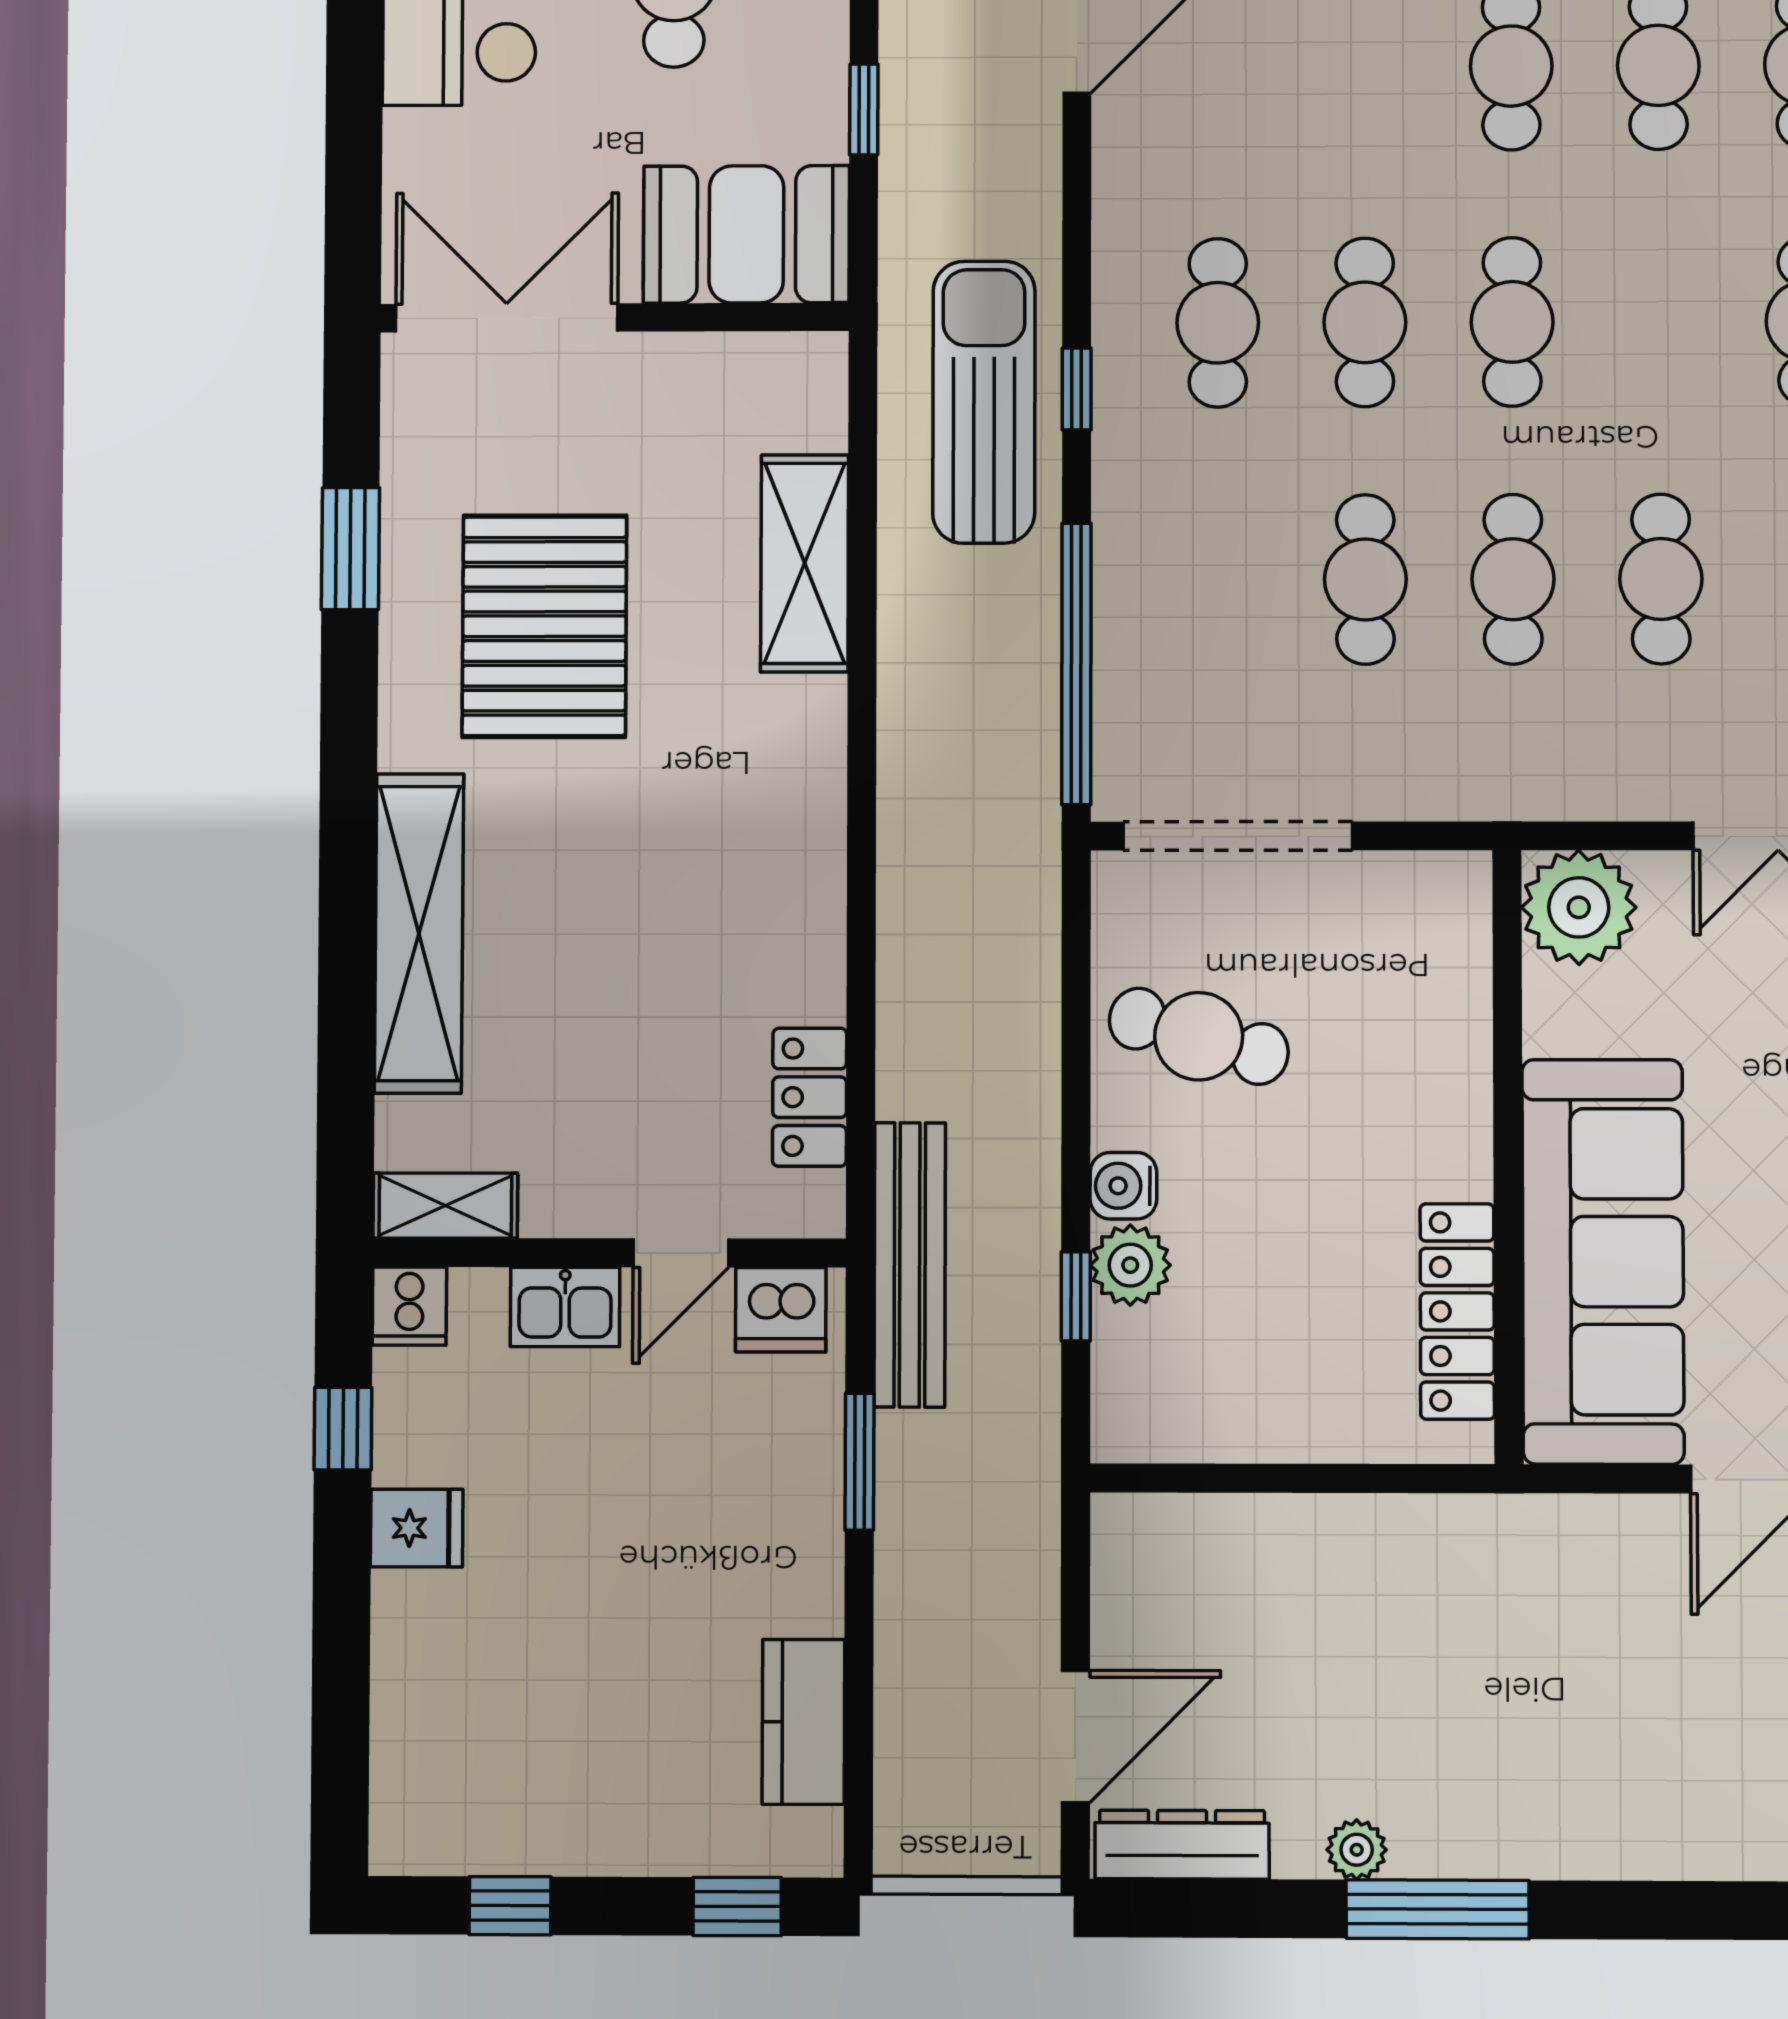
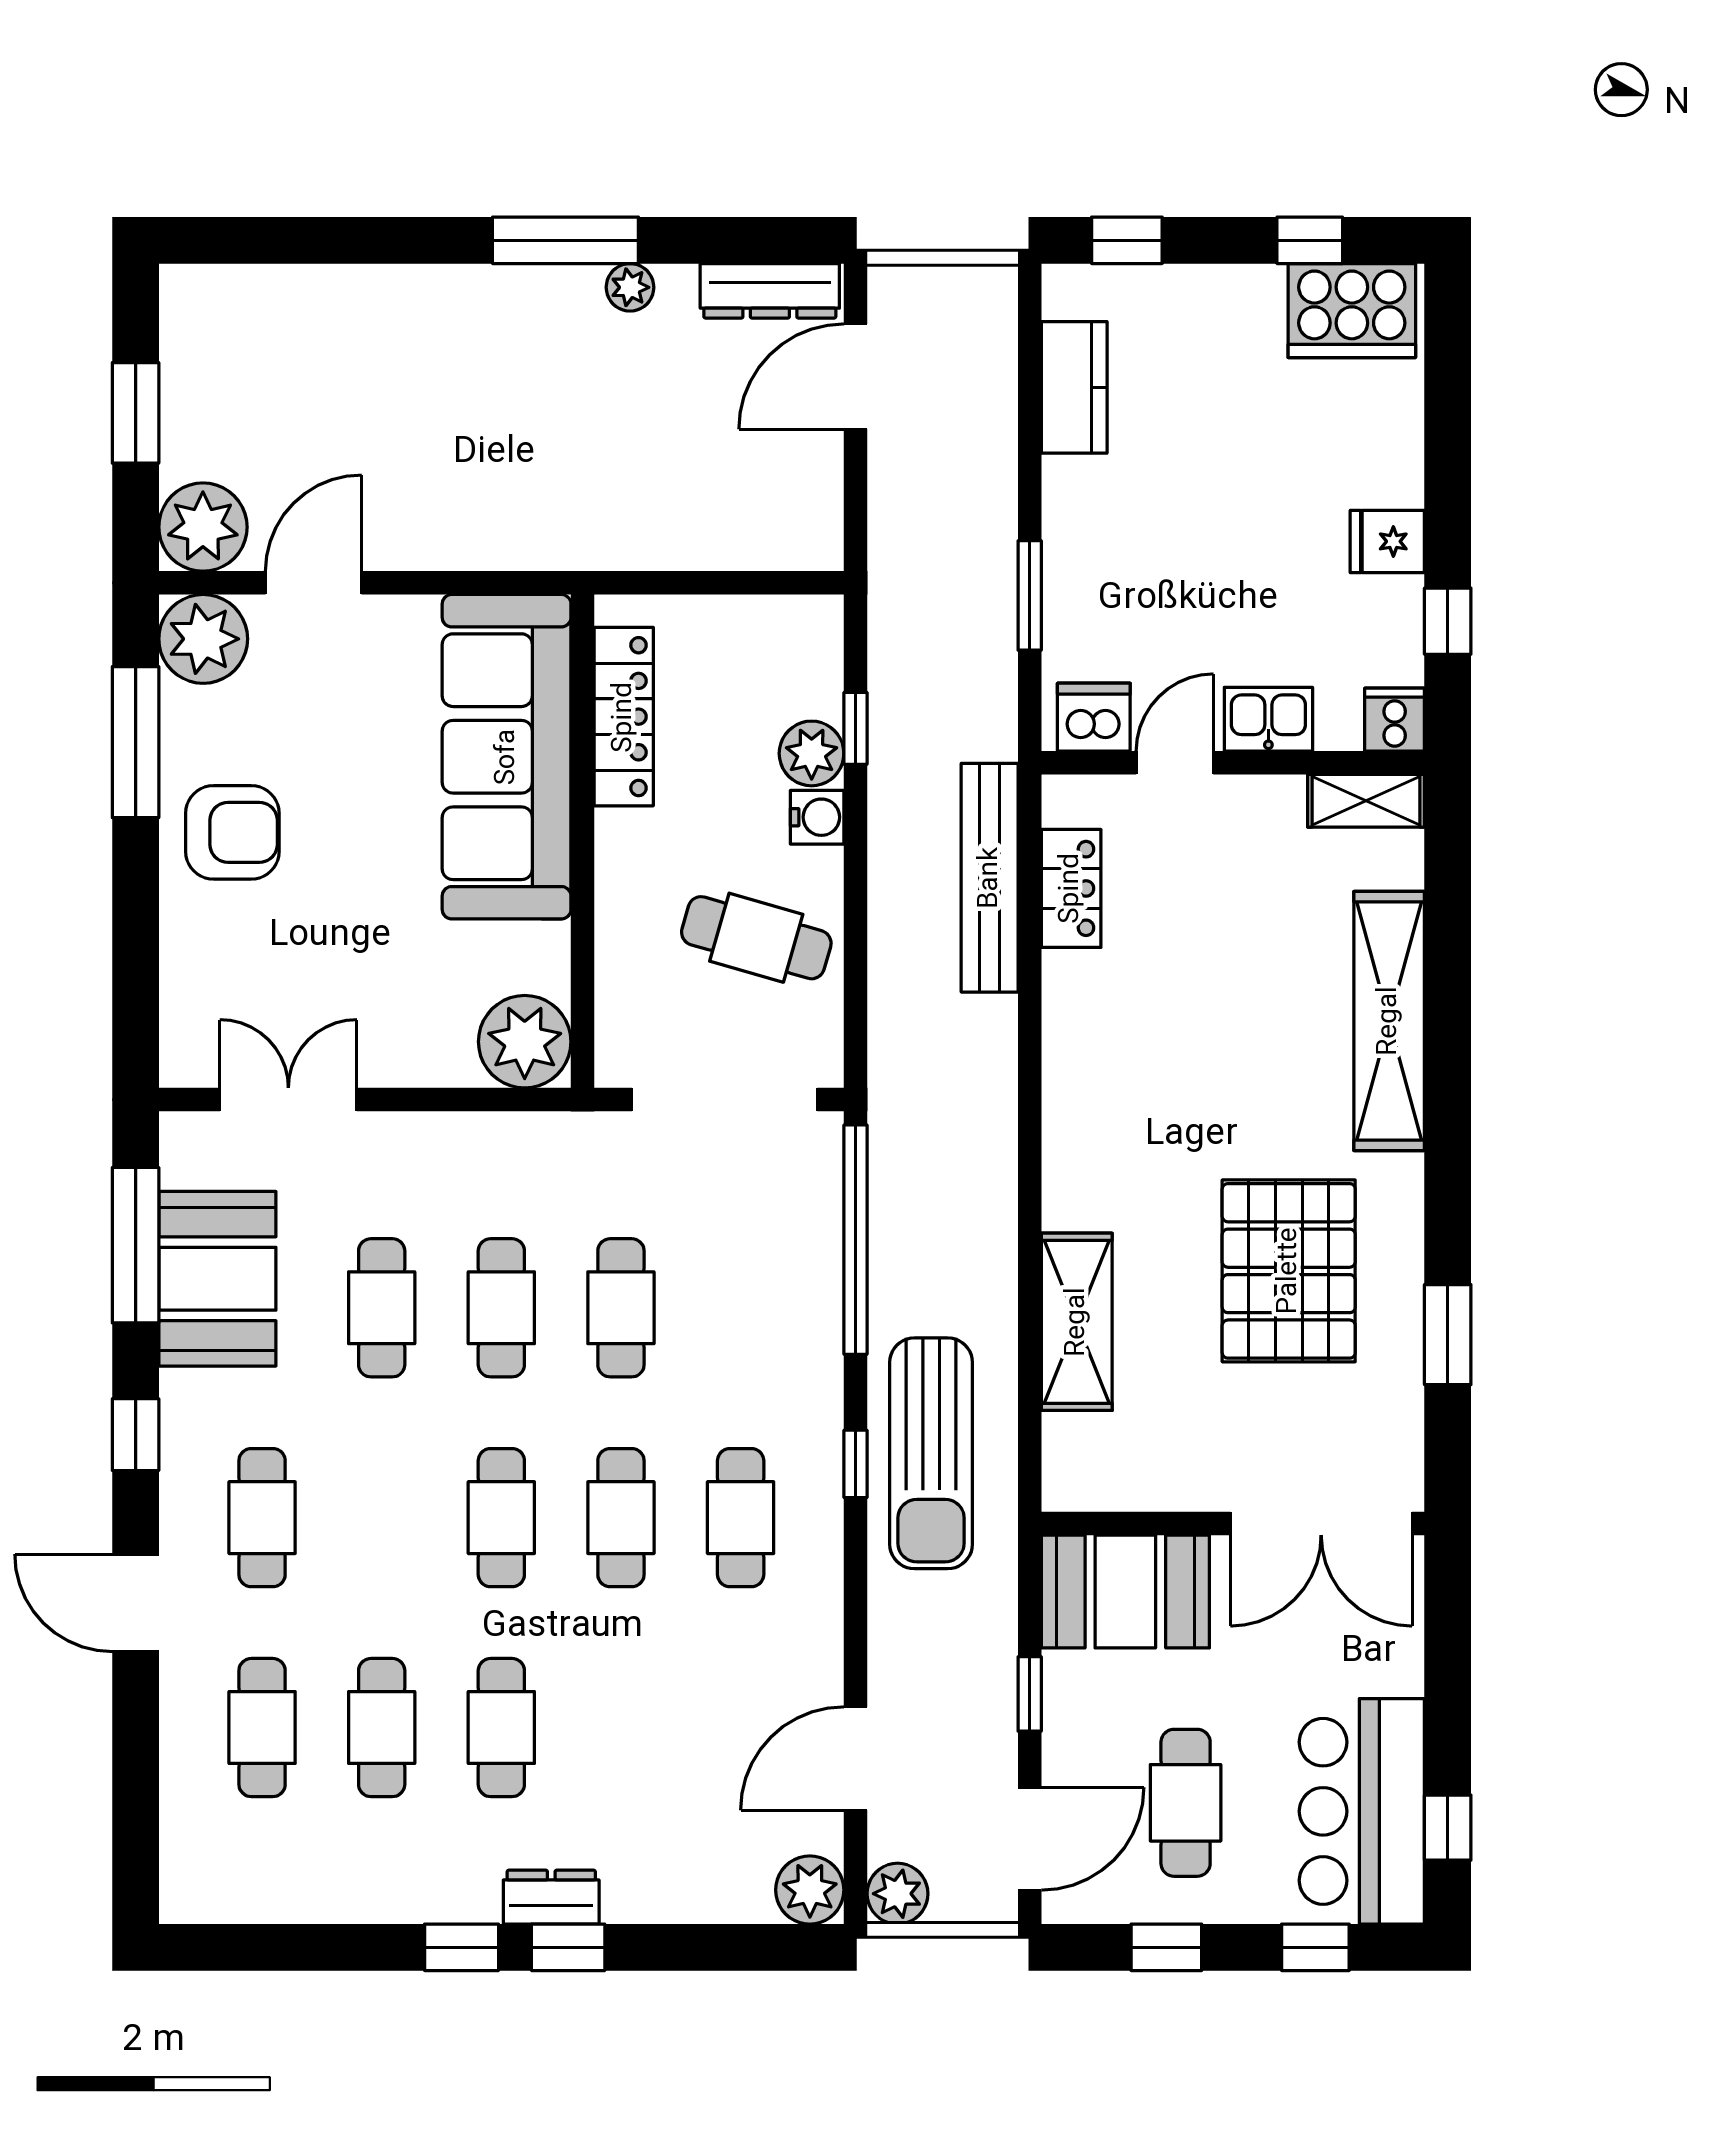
plant: (1579, 907) -> (525, 1042), moved
wall: (1508, 1156) -> (583, 841), moved
sofa: (1603, 1262) -> (507, 757), moved
bench: (910, 1265) -> (990, 878), moved
locker: (1457, 1311) -> (624, 717), moved
cooker: (458, 1817) -> (1352, 311), added

